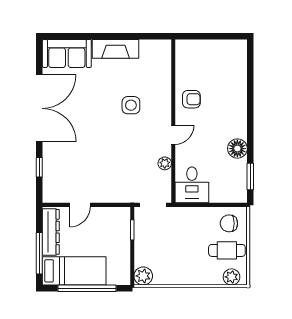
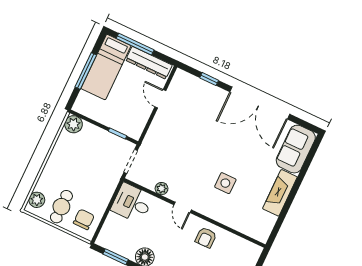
window: (87, 288) -> (86, 71), width x0.68

